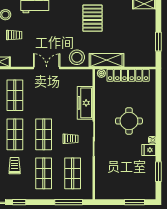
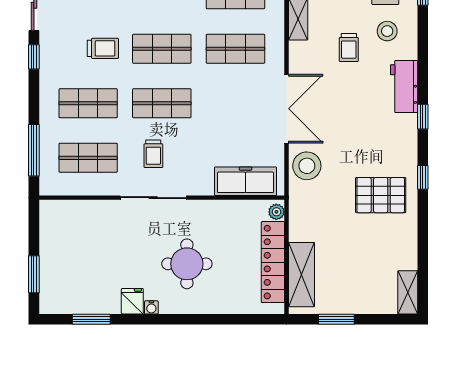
shelving: (106, 60) -> (302, 275), moved
double door: (47, 68) -> (287, 109), width x1.37
freezer: (85, 103) -> (245, 181), moved

